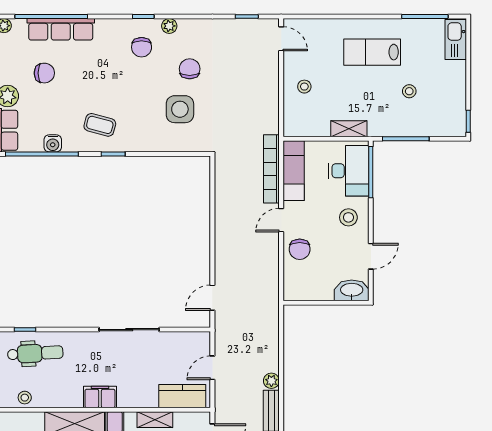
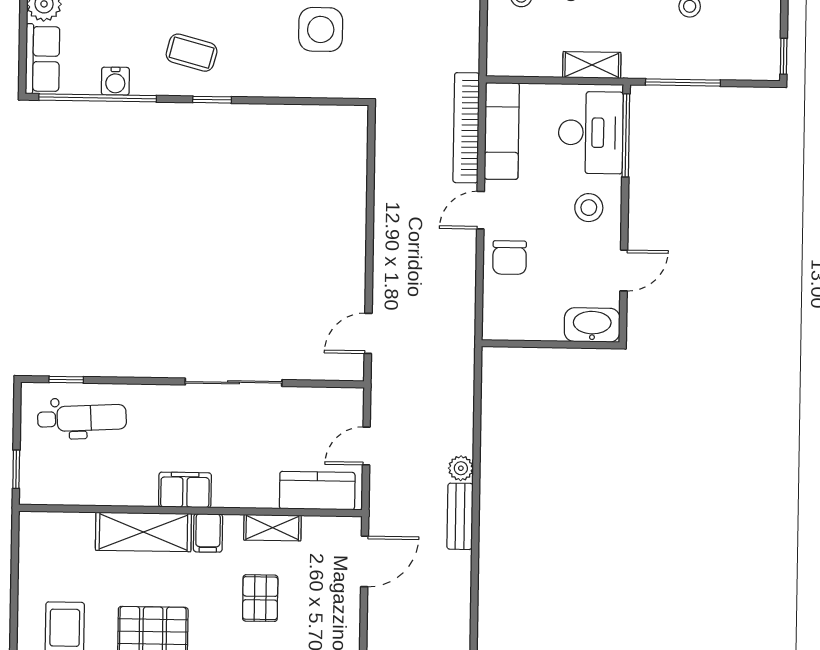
stool: (25, 398) -> (64, 489), removed

